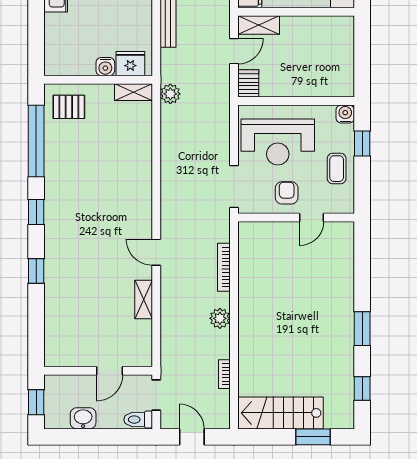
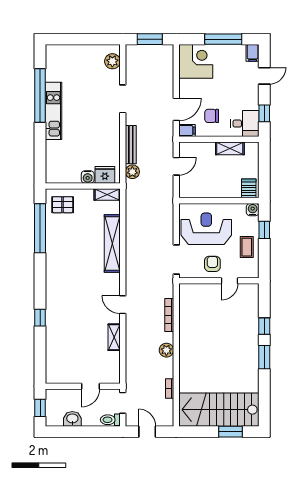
shelving: (259, 25) -> (230, 148), moved
server rack: (248, 83) -> (249, 188), moved
plant: (170, 94) -> (132, 172), moved
reception desk: (278, 142) -> (206, 229), turned 180
shelving: (141, 163) -> (112, 243), added
window: (36, 212) -> (40, 277), removed
window: (362, 389) -> (264, 326), moved
stairs: (280, 413) -> (219, 410), width x1.36, depth x1.51

